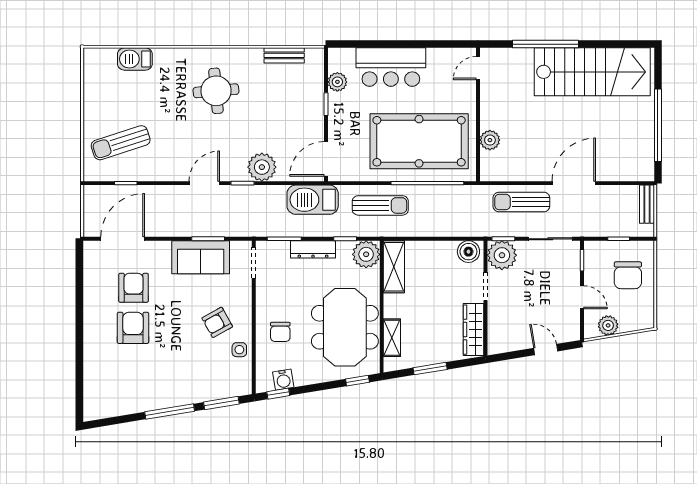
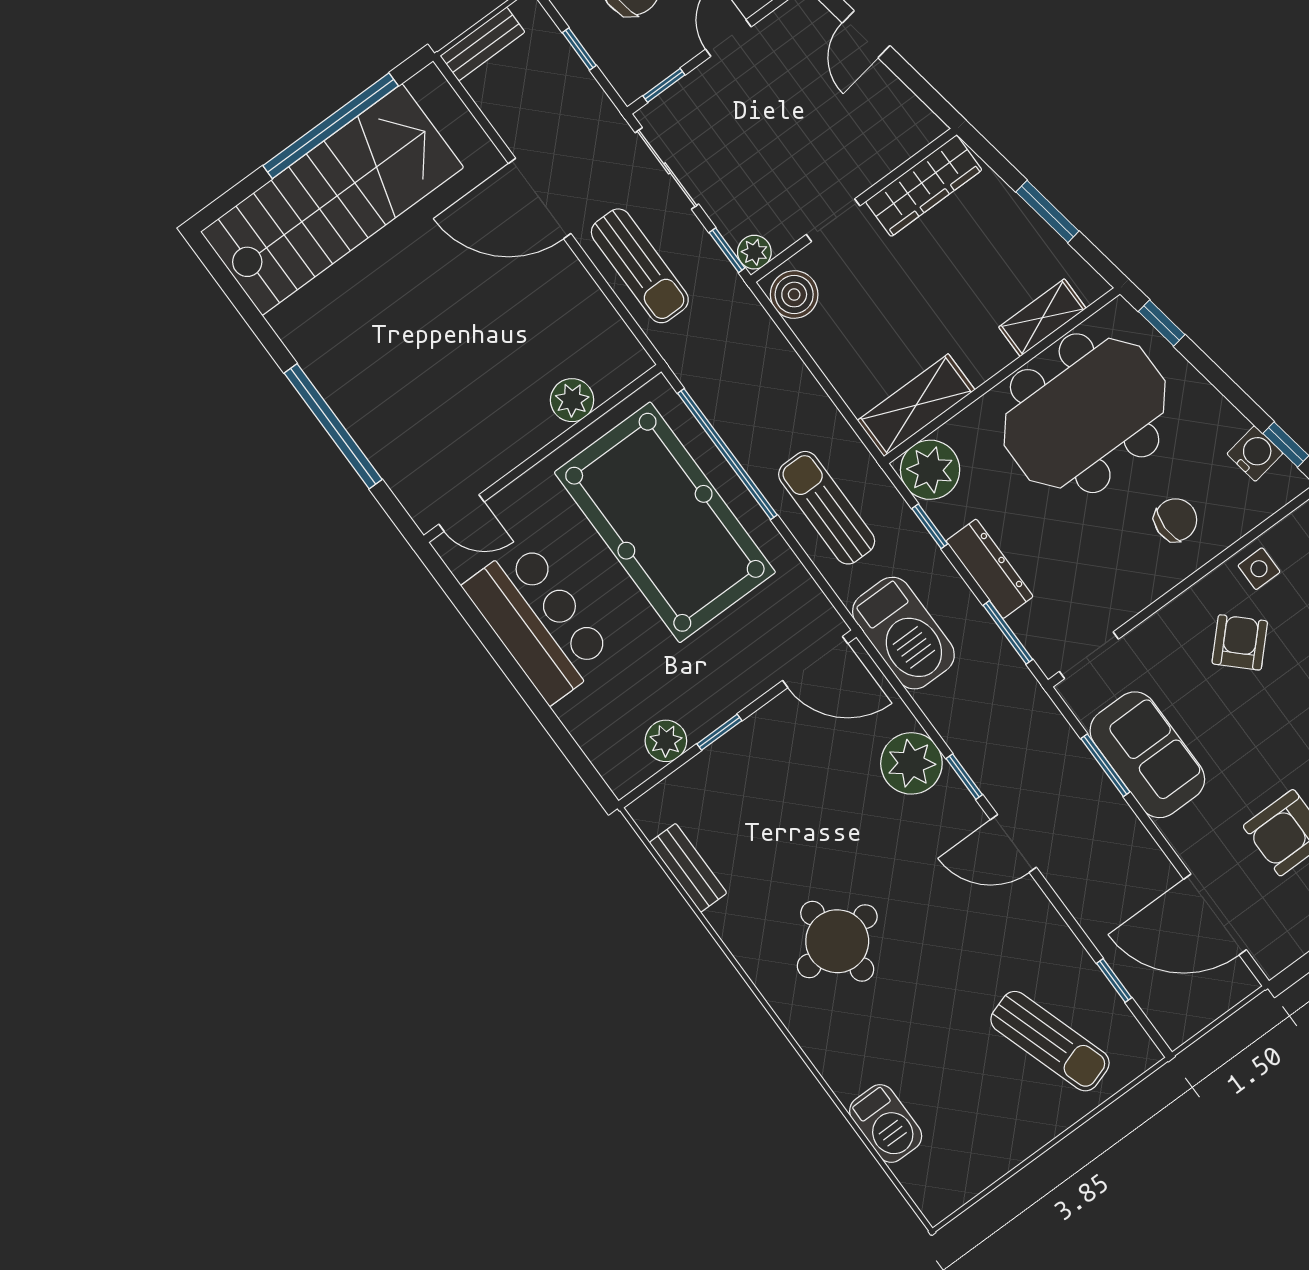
bar counter: (391, 67) -> (539, 622), moved
stairs: (592, 72) -> (332, 200), moved, turned 90
plant: (502, 255) -> (754, 252), width x0.53, depth x0.53
armchair: (217, 322) -> (1240, 642), turned -107

